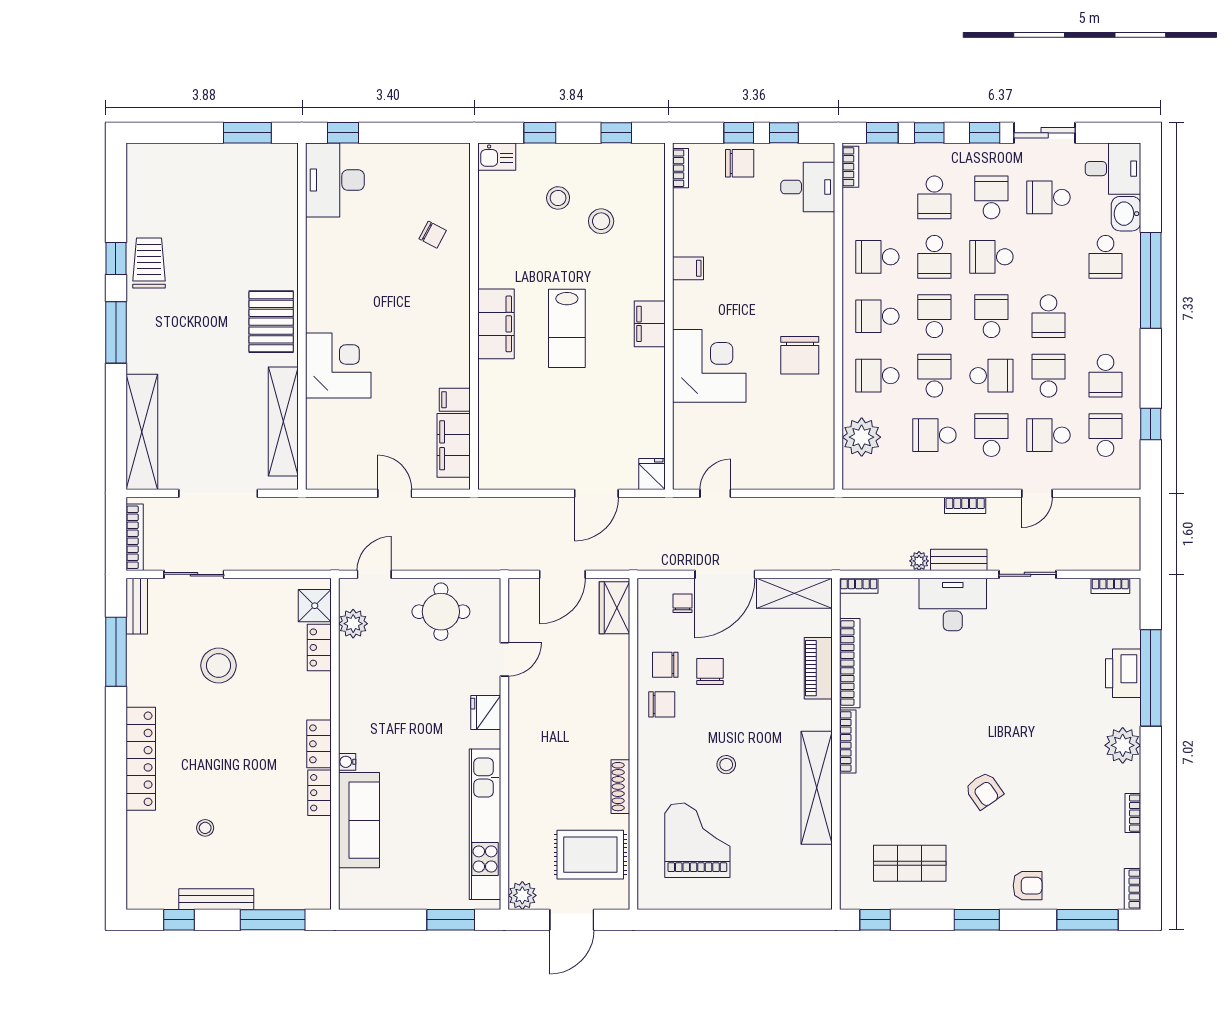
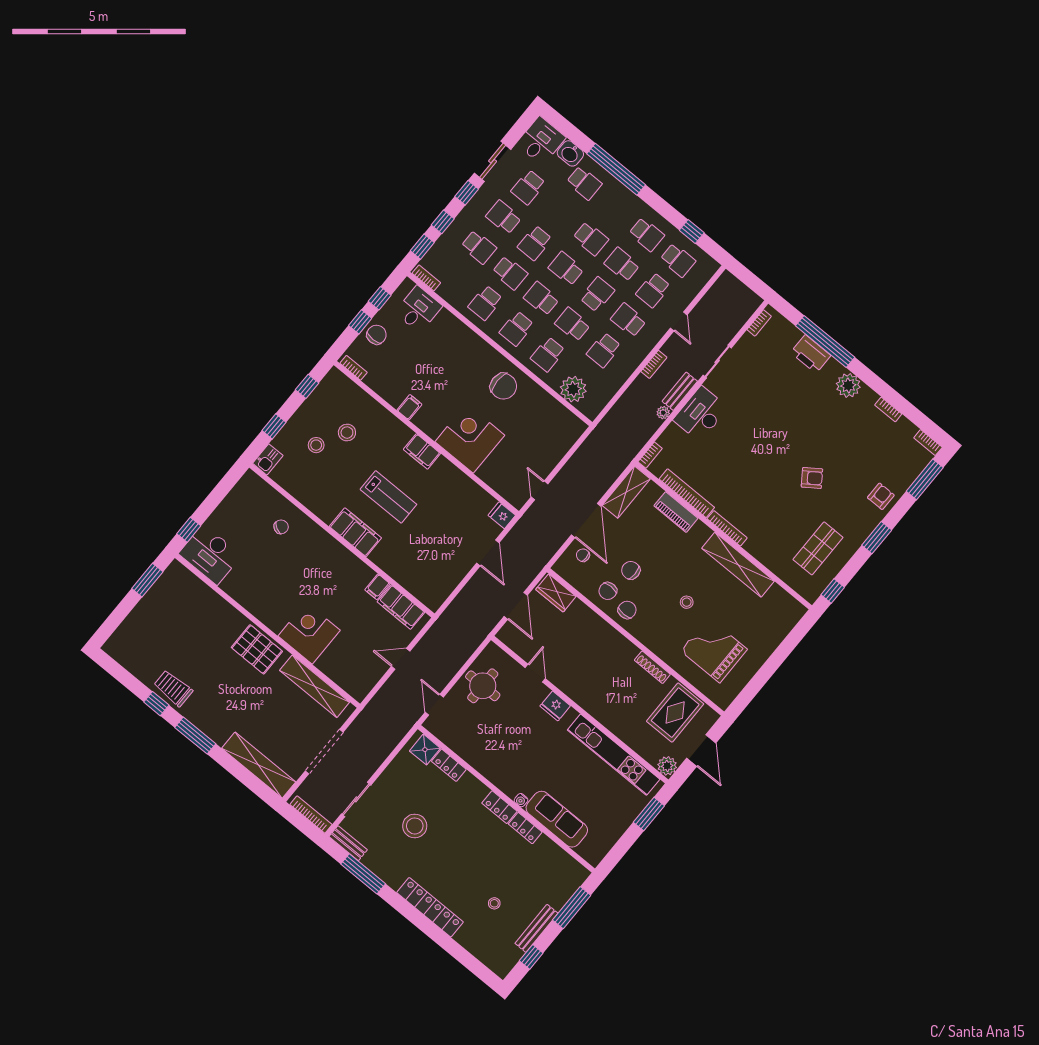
school desk: (1106, 435) -> (678, 260), turned 180
plant: (353, 624) -> (451, 737), removed

